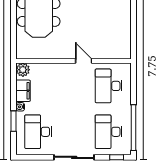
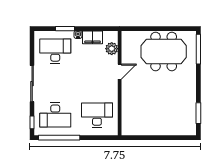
door: (84, 61) -> (120, 72), moved
plant: (23, 70) -> (112, 49), moved
desk: (109, 132) -> (55, 115), turned 180

